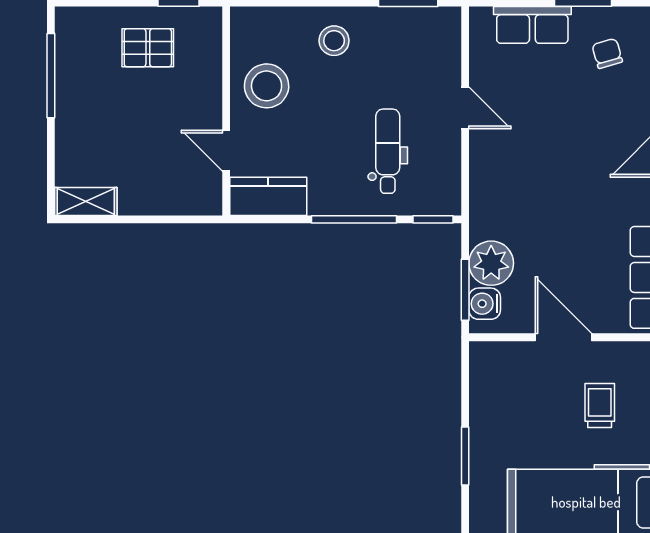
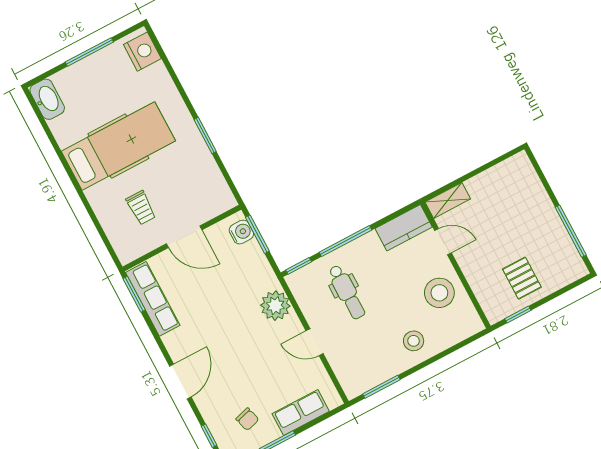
pallet: (148, 48) -> (522, 278), turned 90
shelving: (86, 201) -> (448, 200), moved
plant: (491, 263) -> (275, 306), moved

